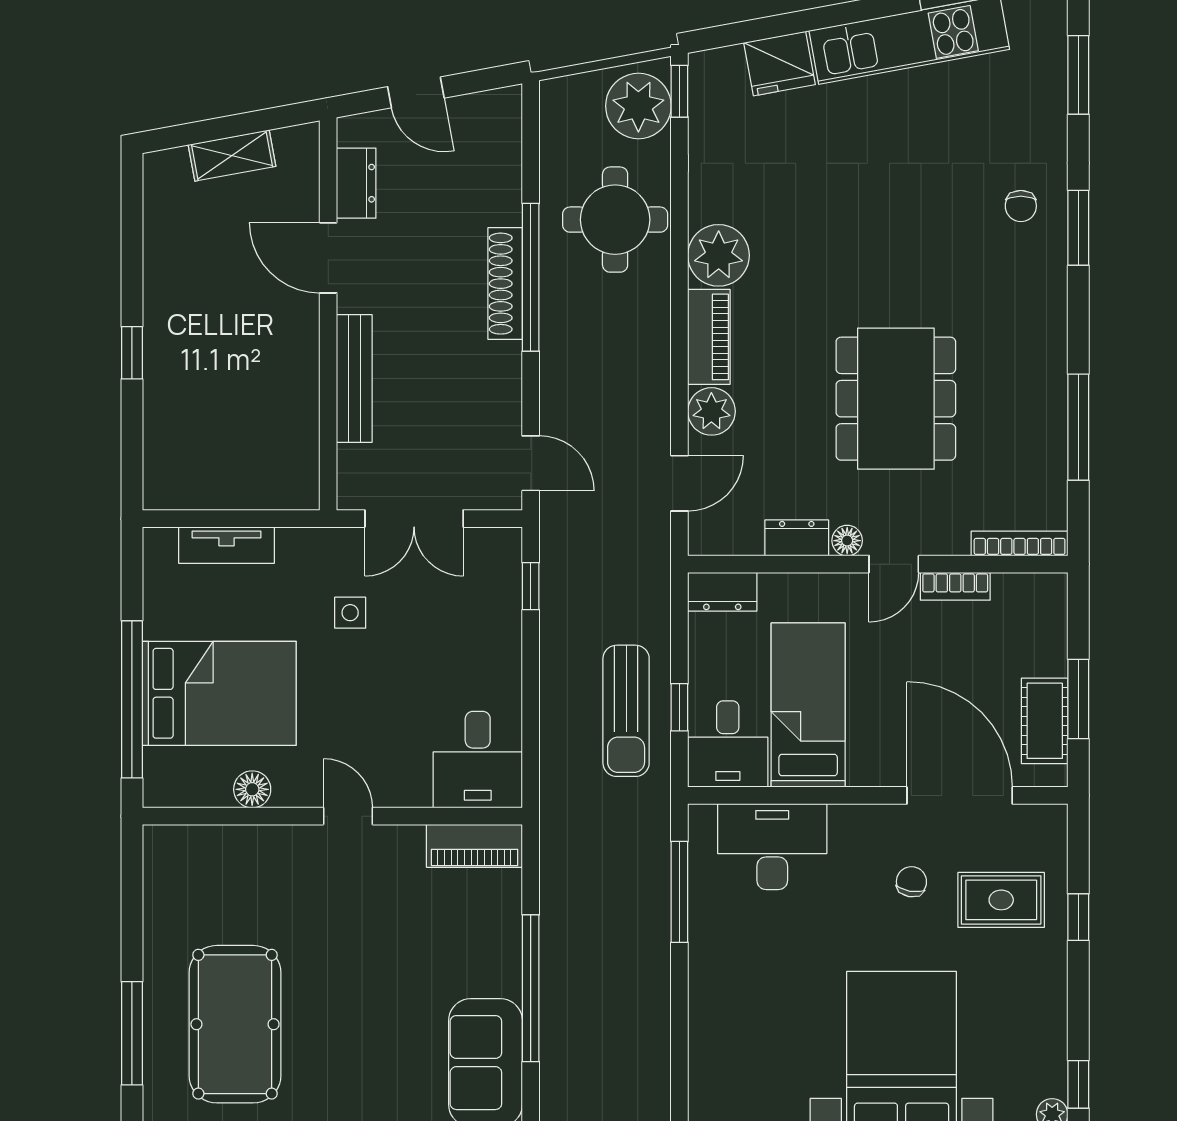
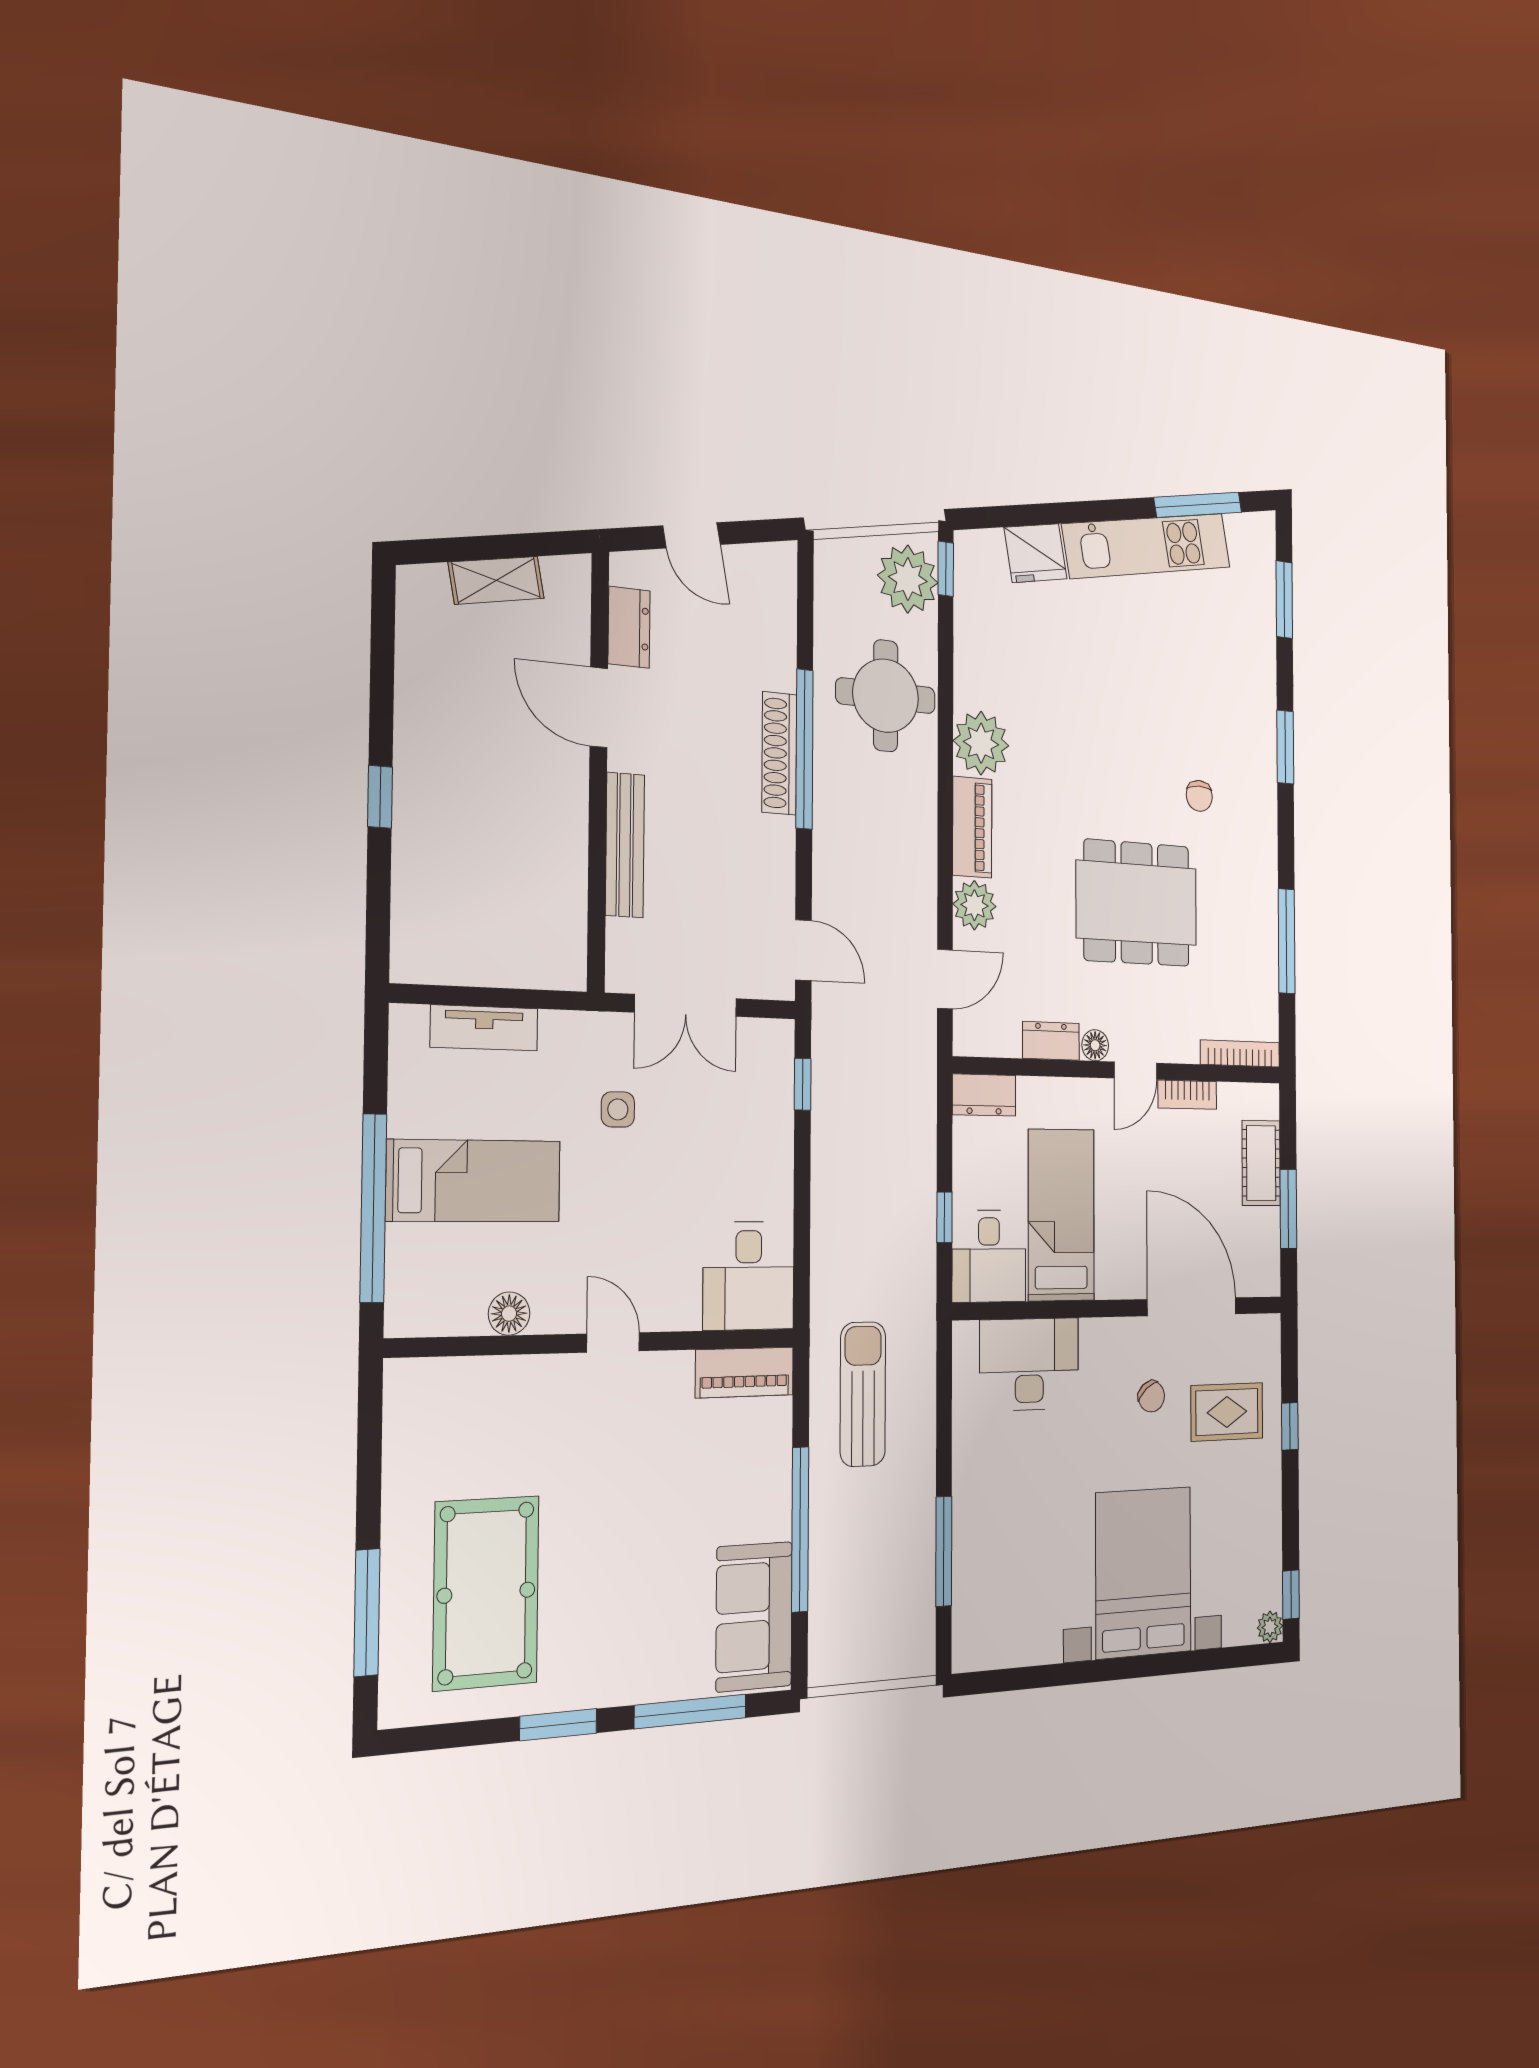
chair: (1021, 206) -> (1199, 796), moved
dining table: (896, 399) -> (1137, 903), turned 90
bed: (219, 693) -> (474, 1181), width x0.67
sun lounger: (626, 711) -> (863, 1394), moved, turned 180
cot: (1045, 721) -> (1261, 1163), moved
chair: (911, 882) -> (1151, 1396), turned 131
window: (679, 892) -> (944, 1551), moved

